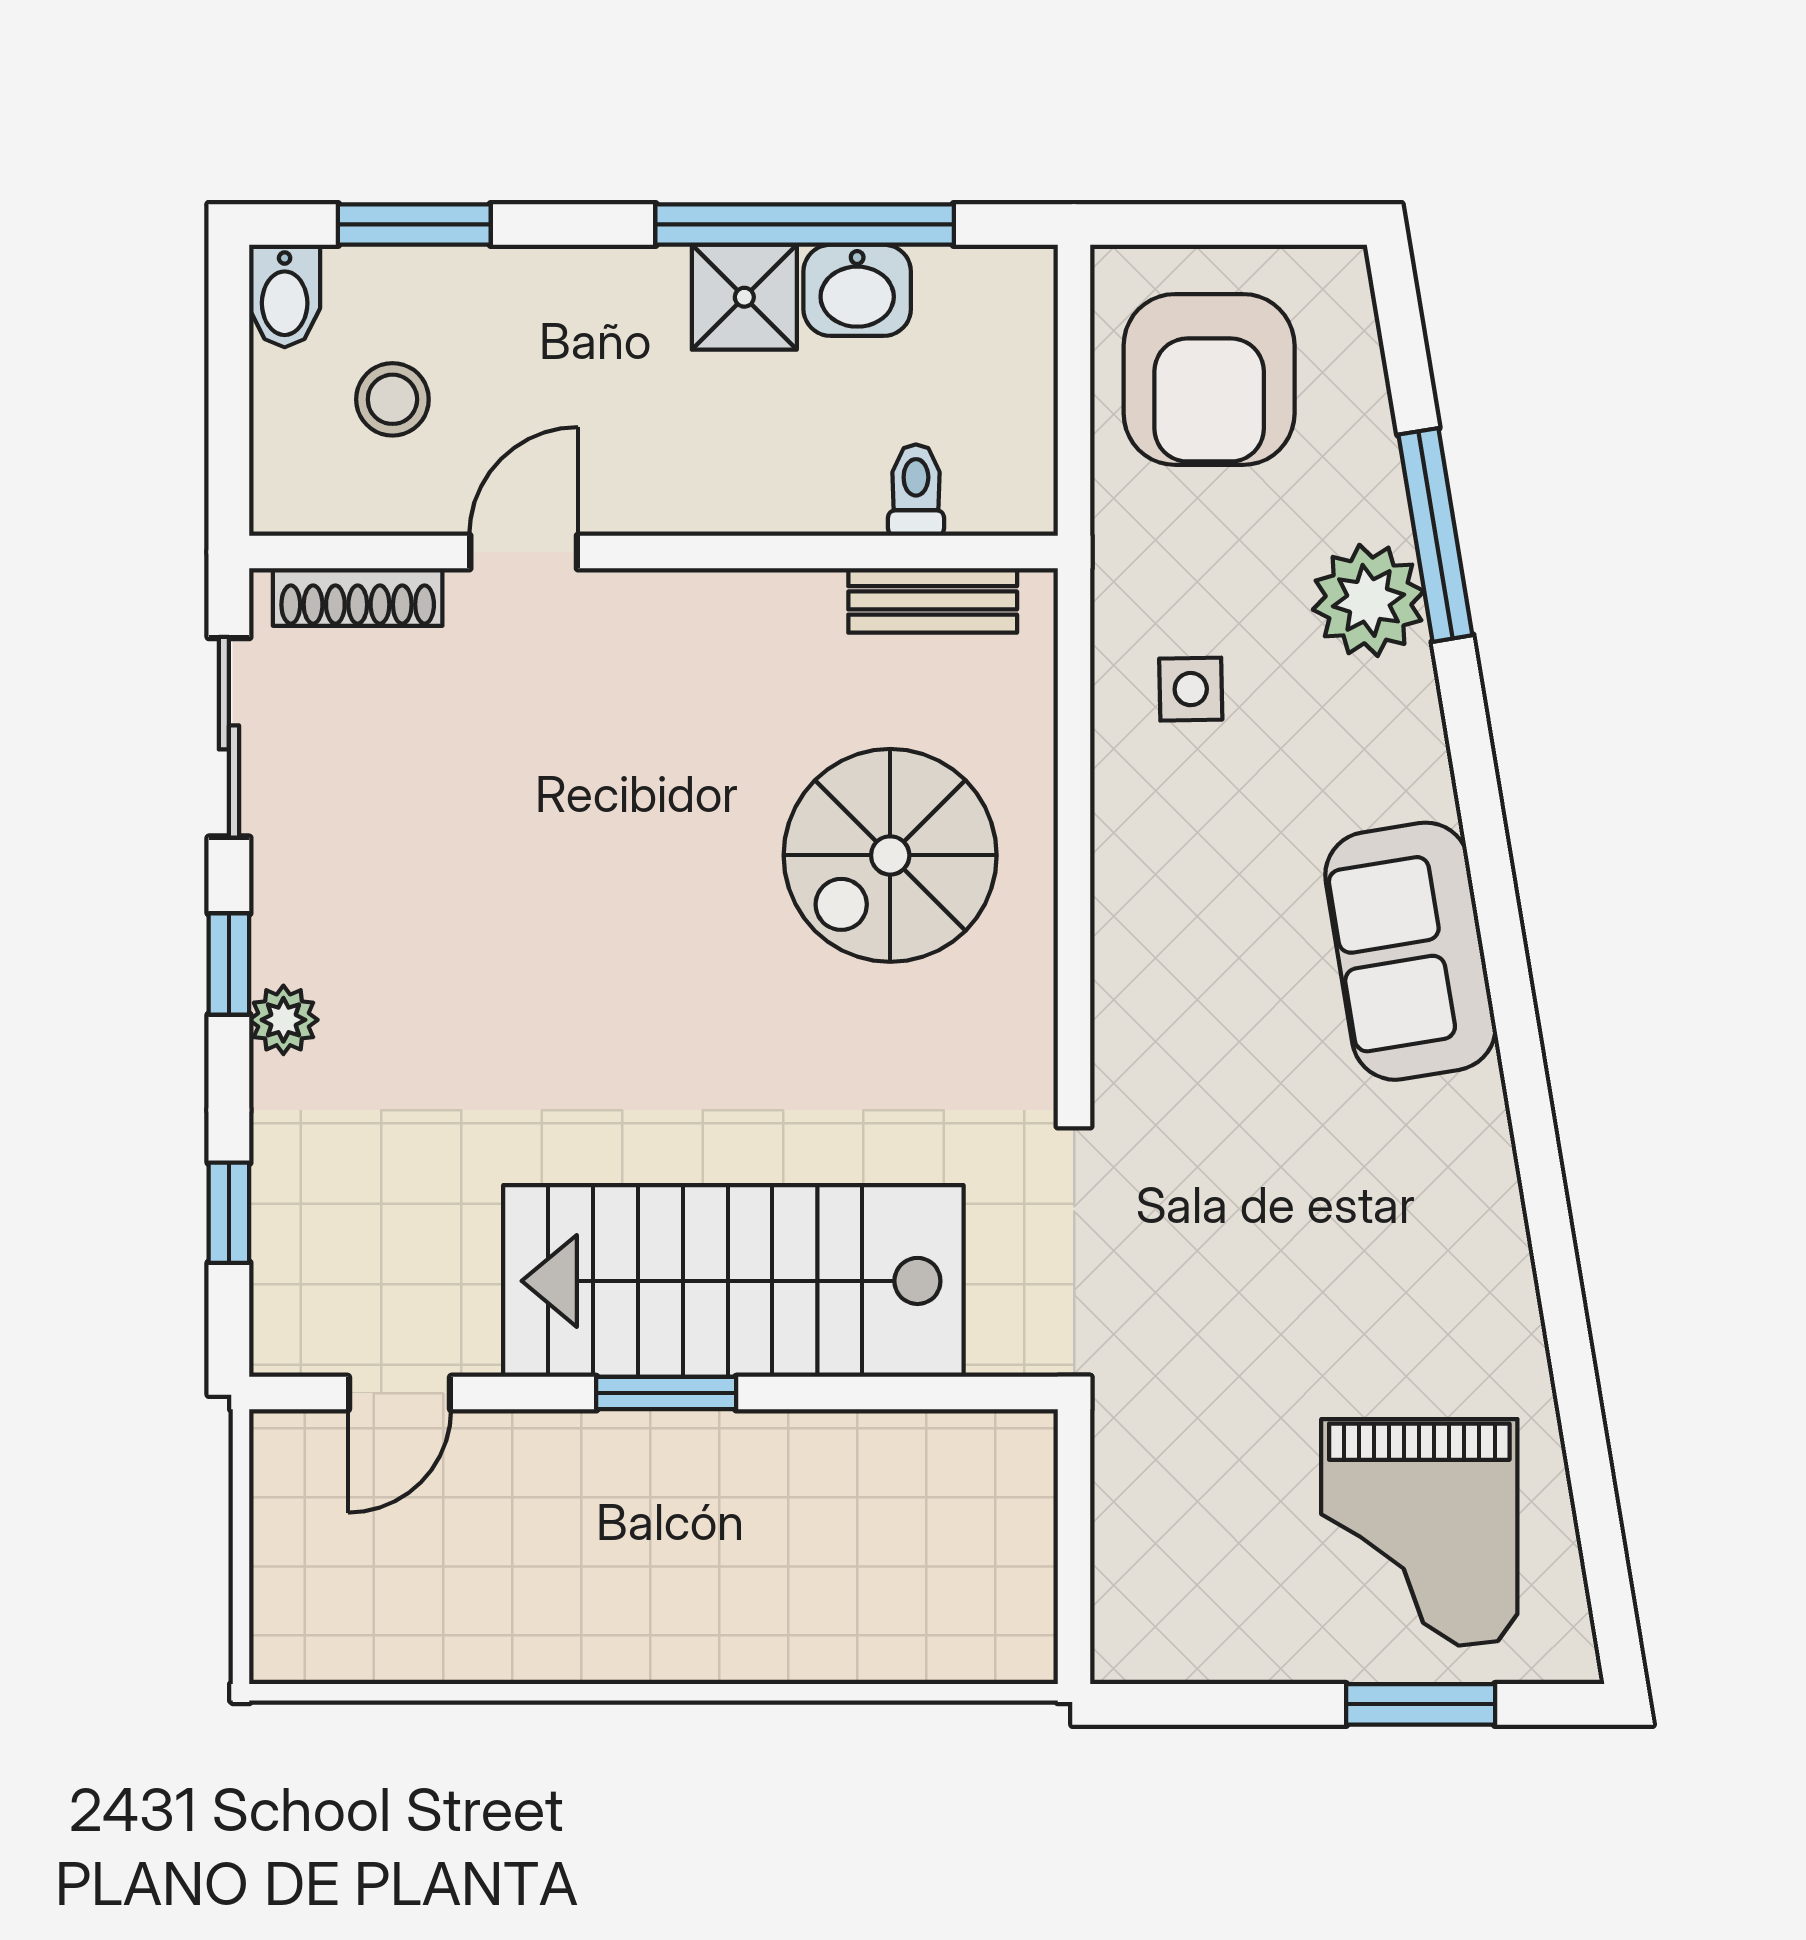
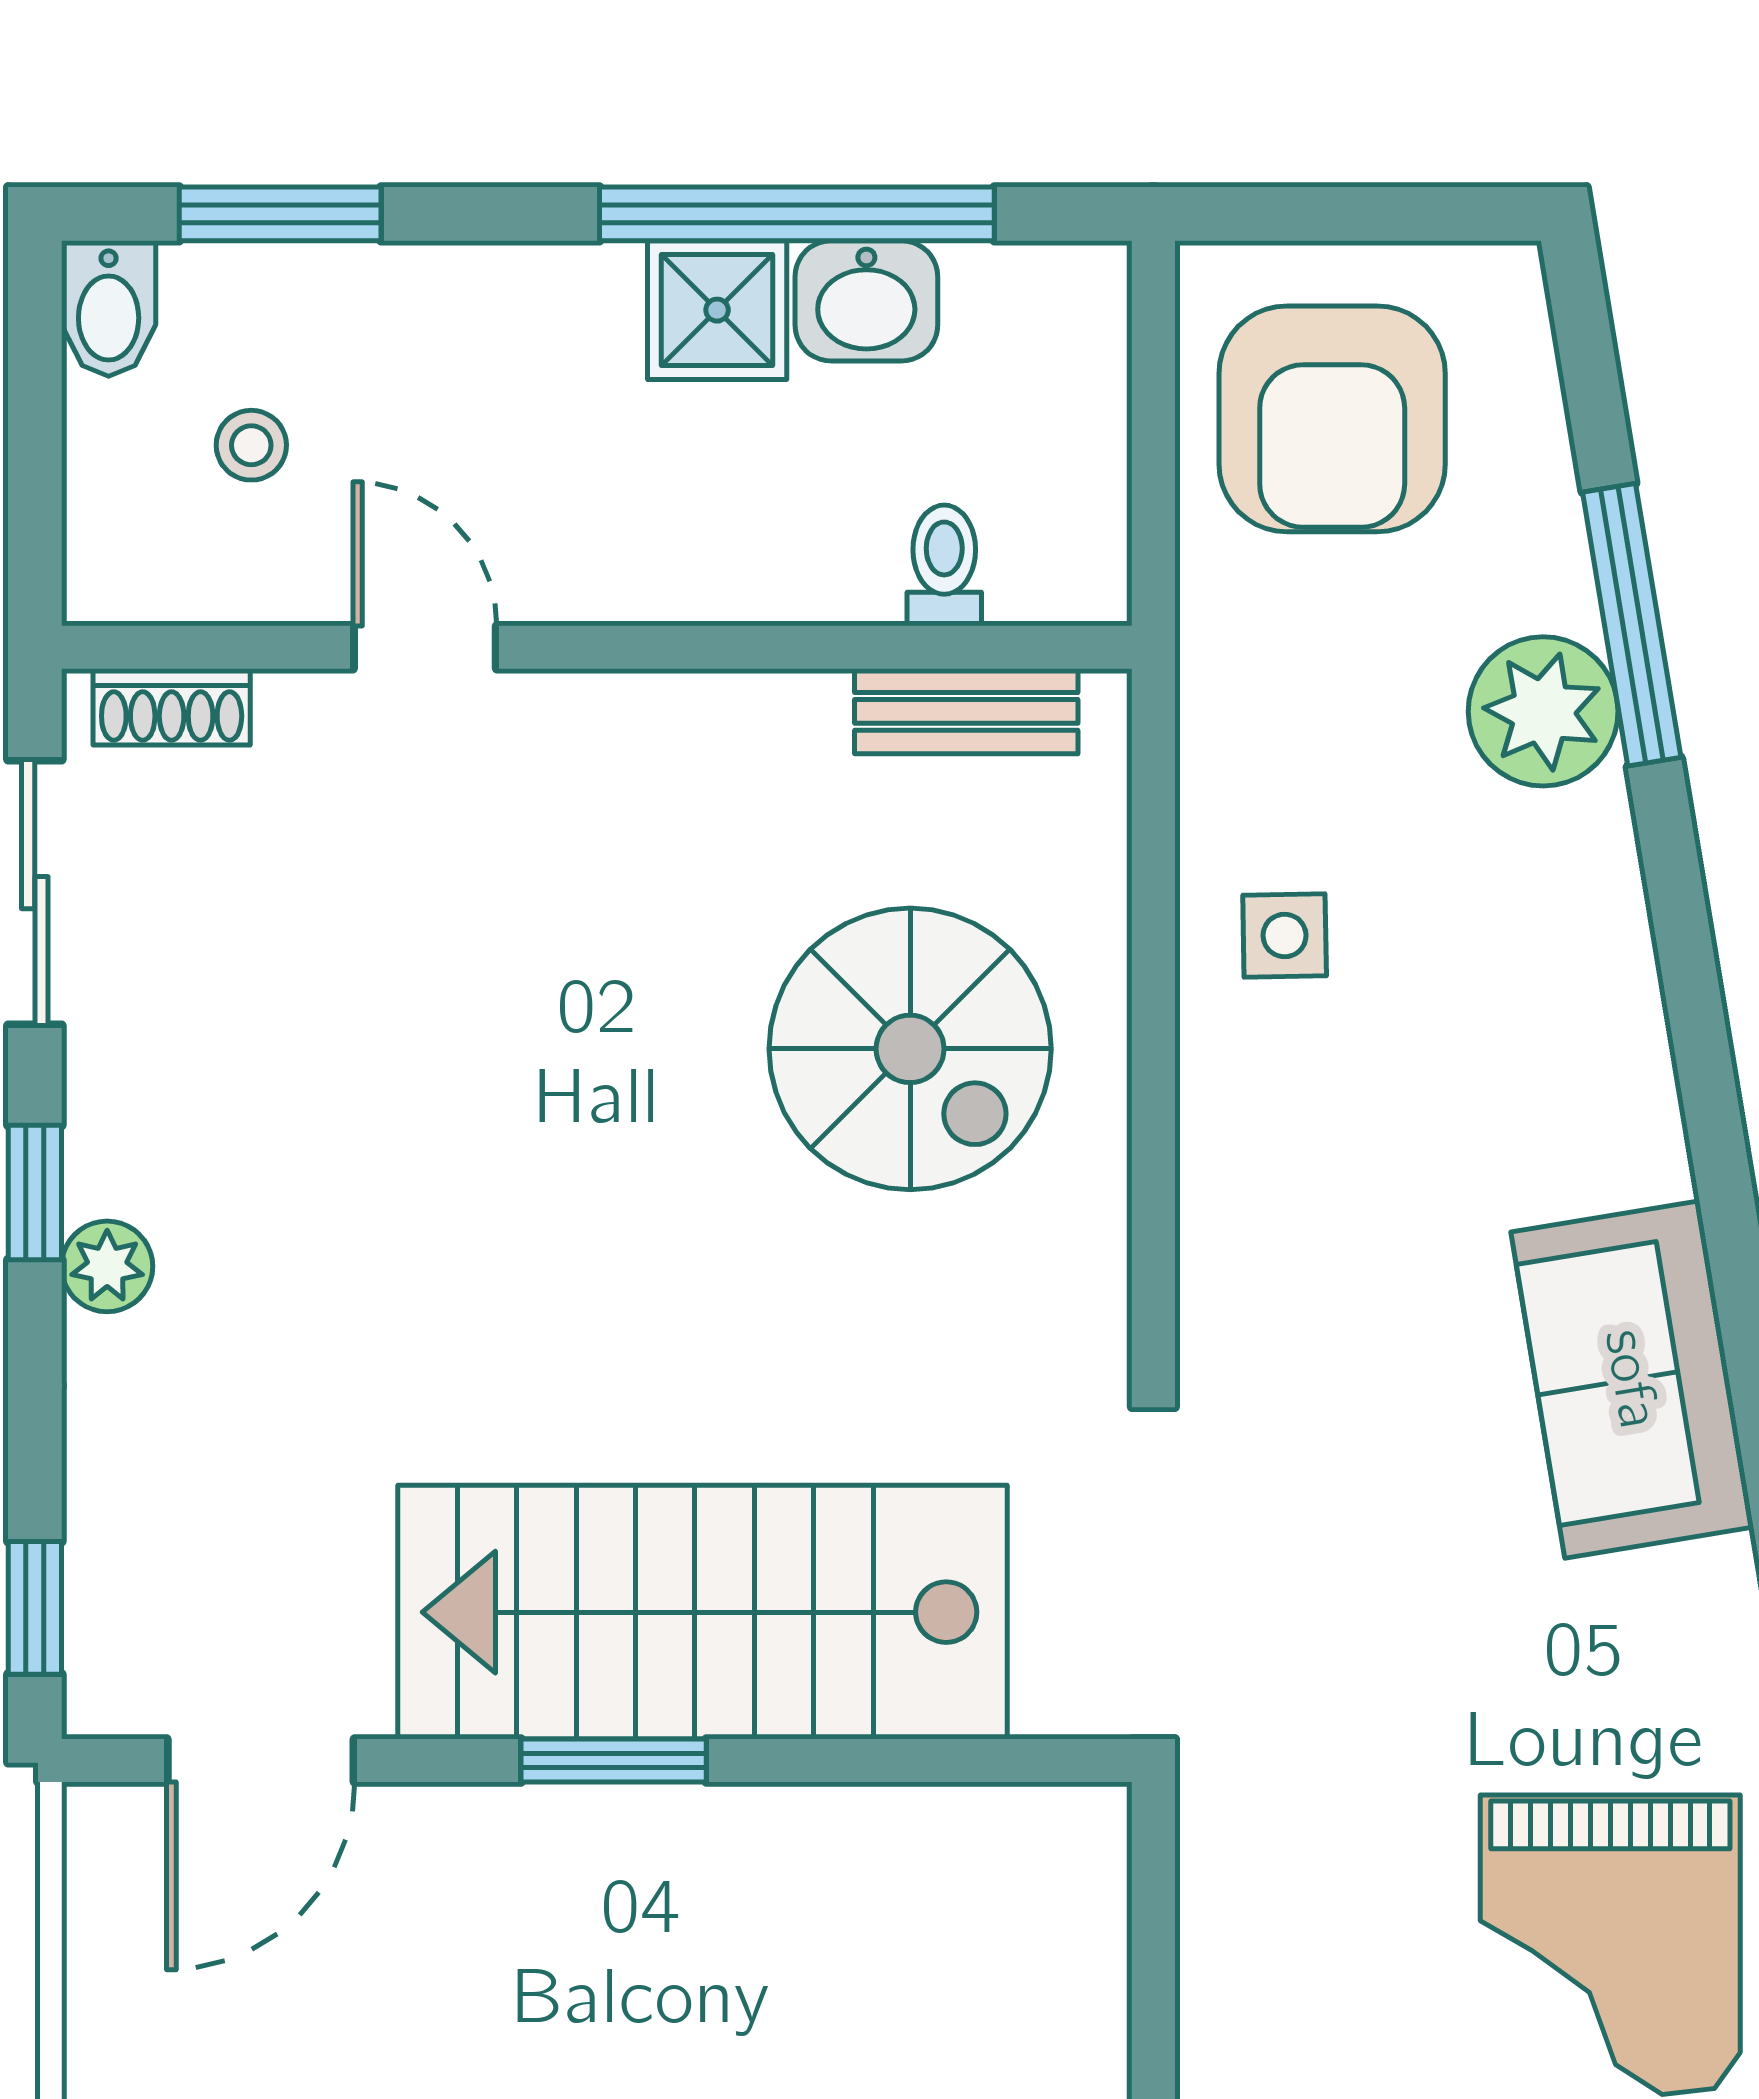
stool: (392, 399) -> (251, 445), width x0.73, depth x0.73
door: (524, 552) -> (425, 647), hinge flipped
shoe rack: (358, 597) -> (172, 707), width x0.70
side table: (1191, 689) -> (1285, 935), moved
spiral stairs: (890, 855) -> (910, 1049), turned -90
sofa: (1410, 951) -> (1632, 1379), moved
window: (229, 1213) -> (35, 1608), moved
door: (399, 1393) -> (261, 1760), width x1.38

